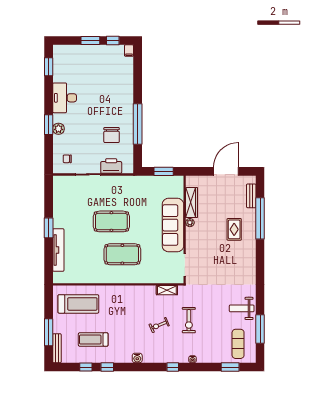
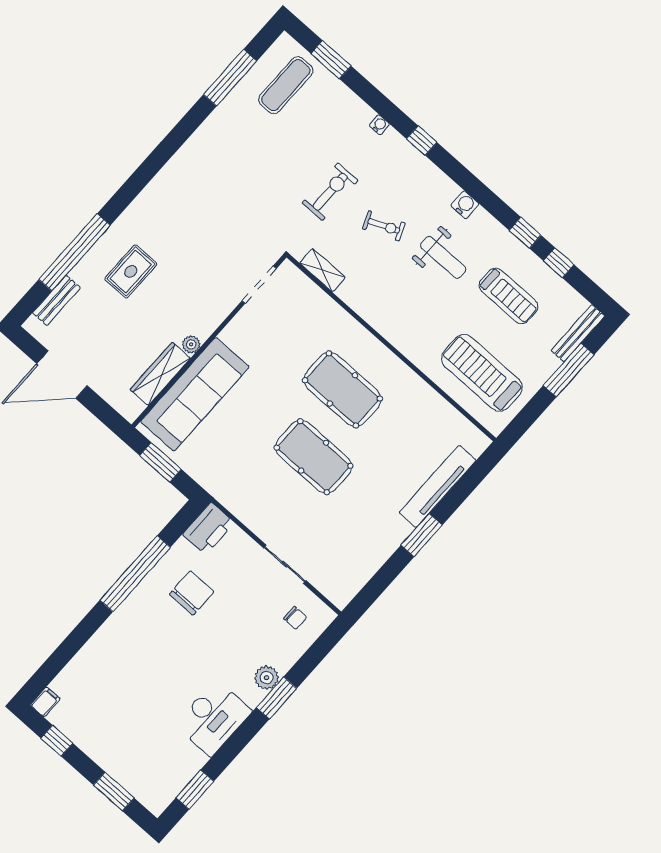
window: (90, 41) -> (114, 791), moved
printer: (111, 166) -> (208, 529), moved, turned -90
sofa: (173, 225) -> (195, 394), moved
weight bench: (242, 308) -> (443, 257), moved

